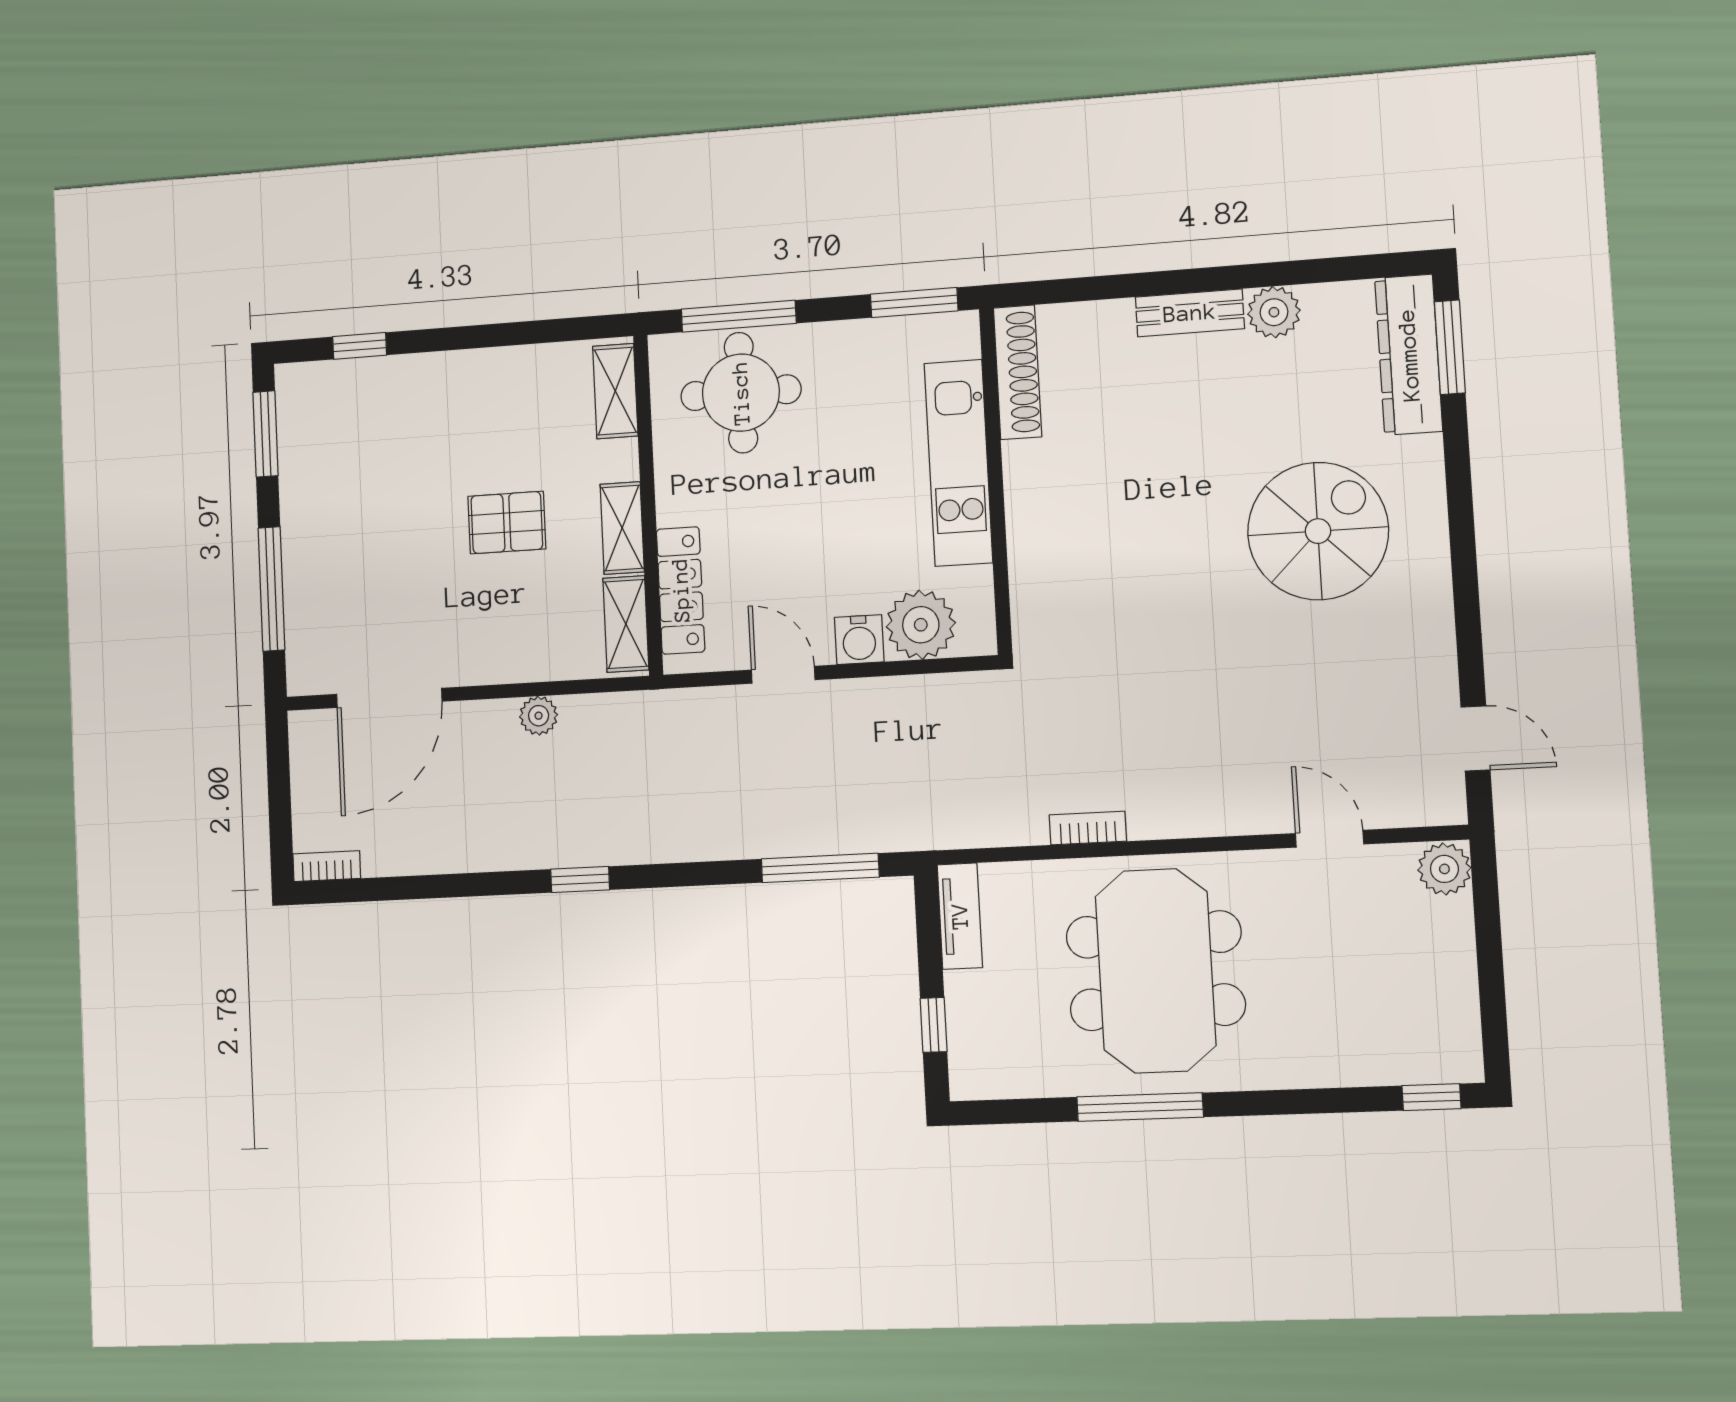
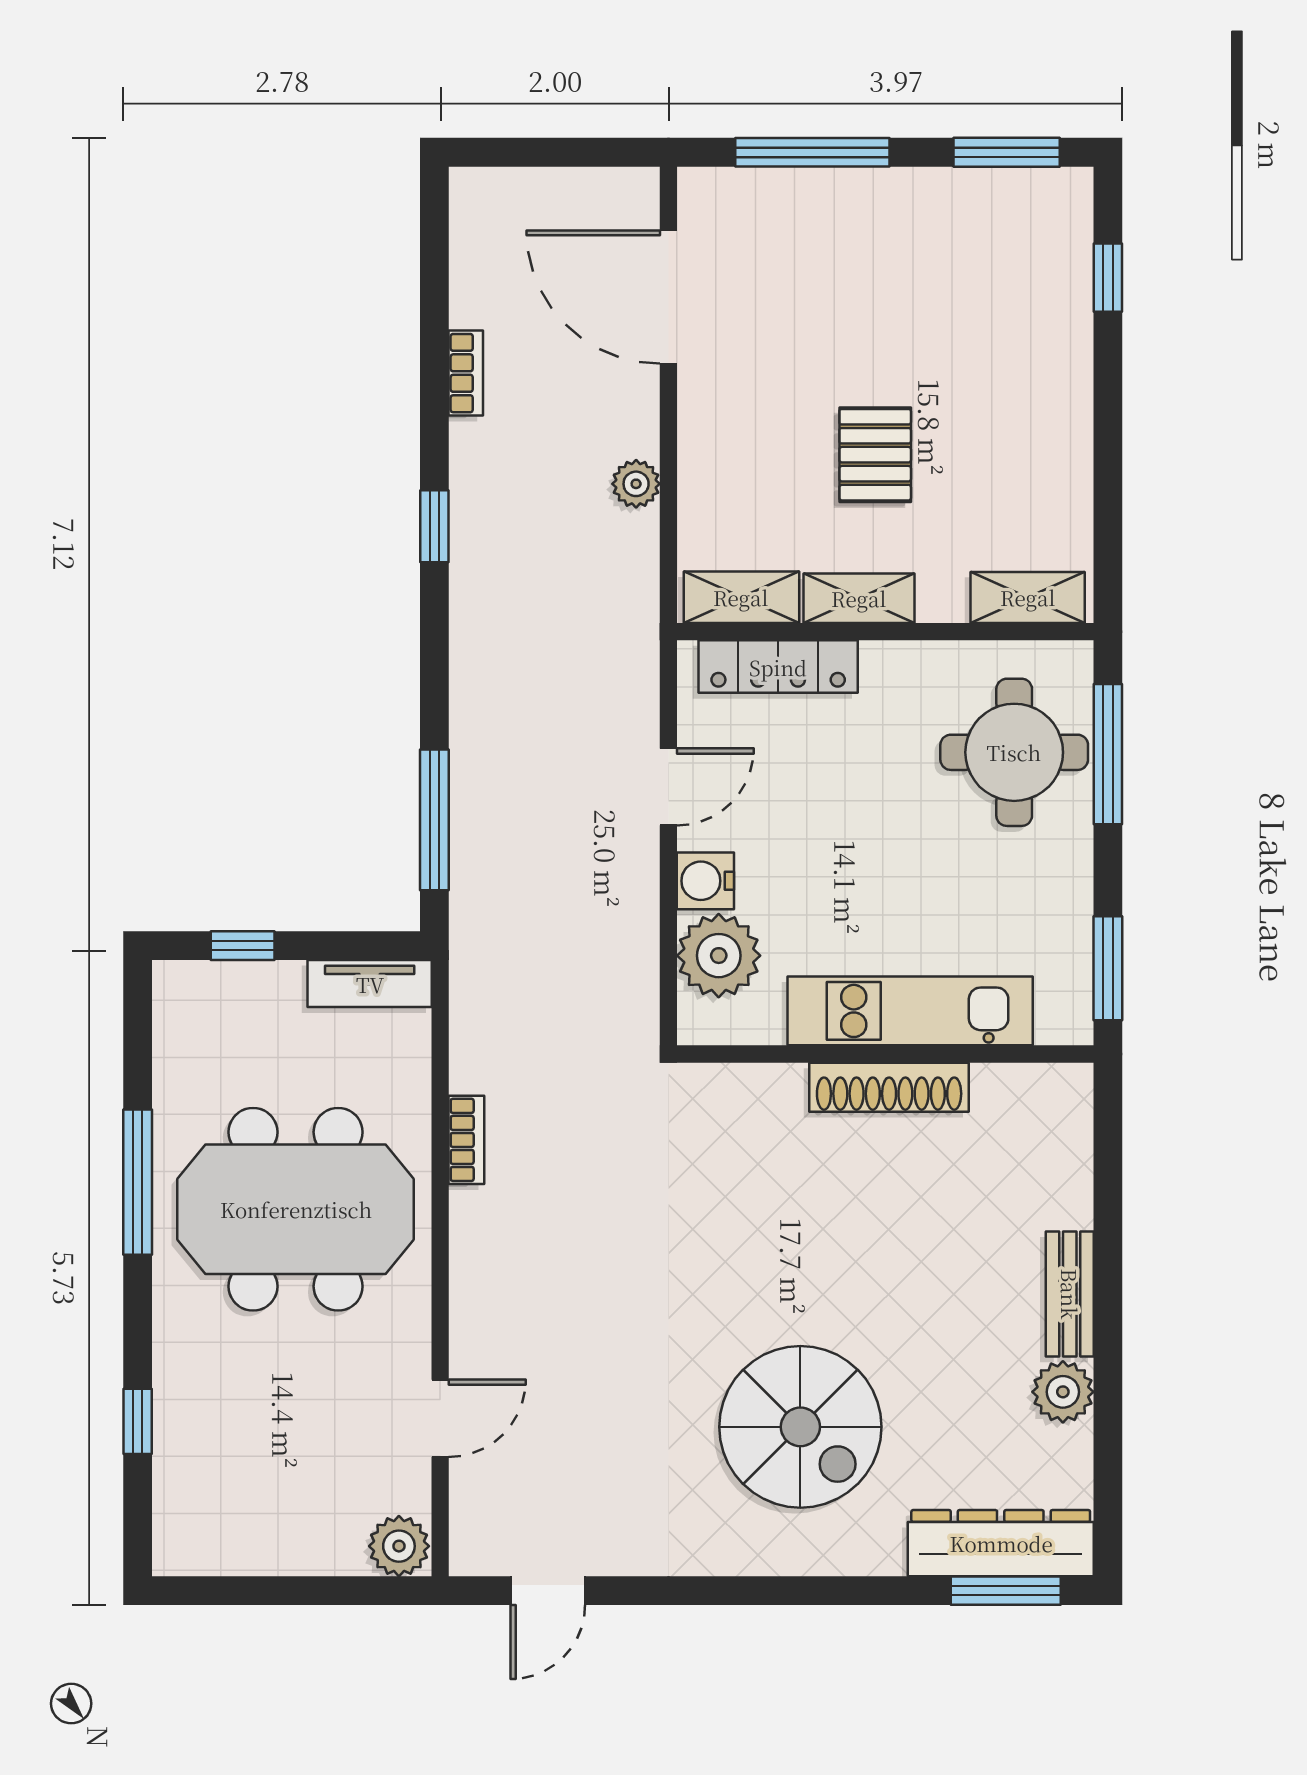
shoe rack: (1018, 372) -> (889, 1087), moved
bookcase: (327, 866) -> (466, 373), moved
window: (1431, 1097) -> (138, 1421), moved

